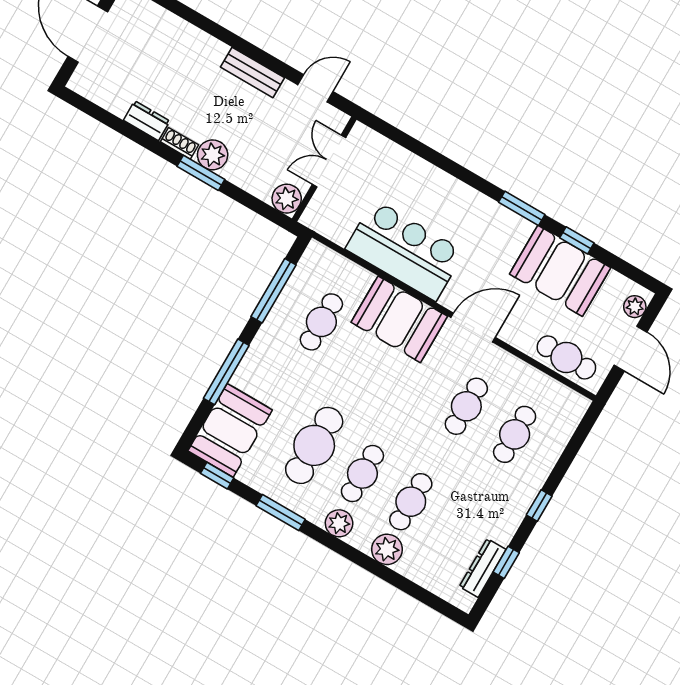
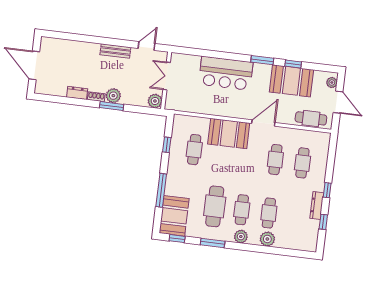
bar counter: (405, 250) -> (226, 73), moved, turned 180
window: (274, 291) -> (167, 145), width x0.46
dresser: (483, 568) -> (317, 205), moved

